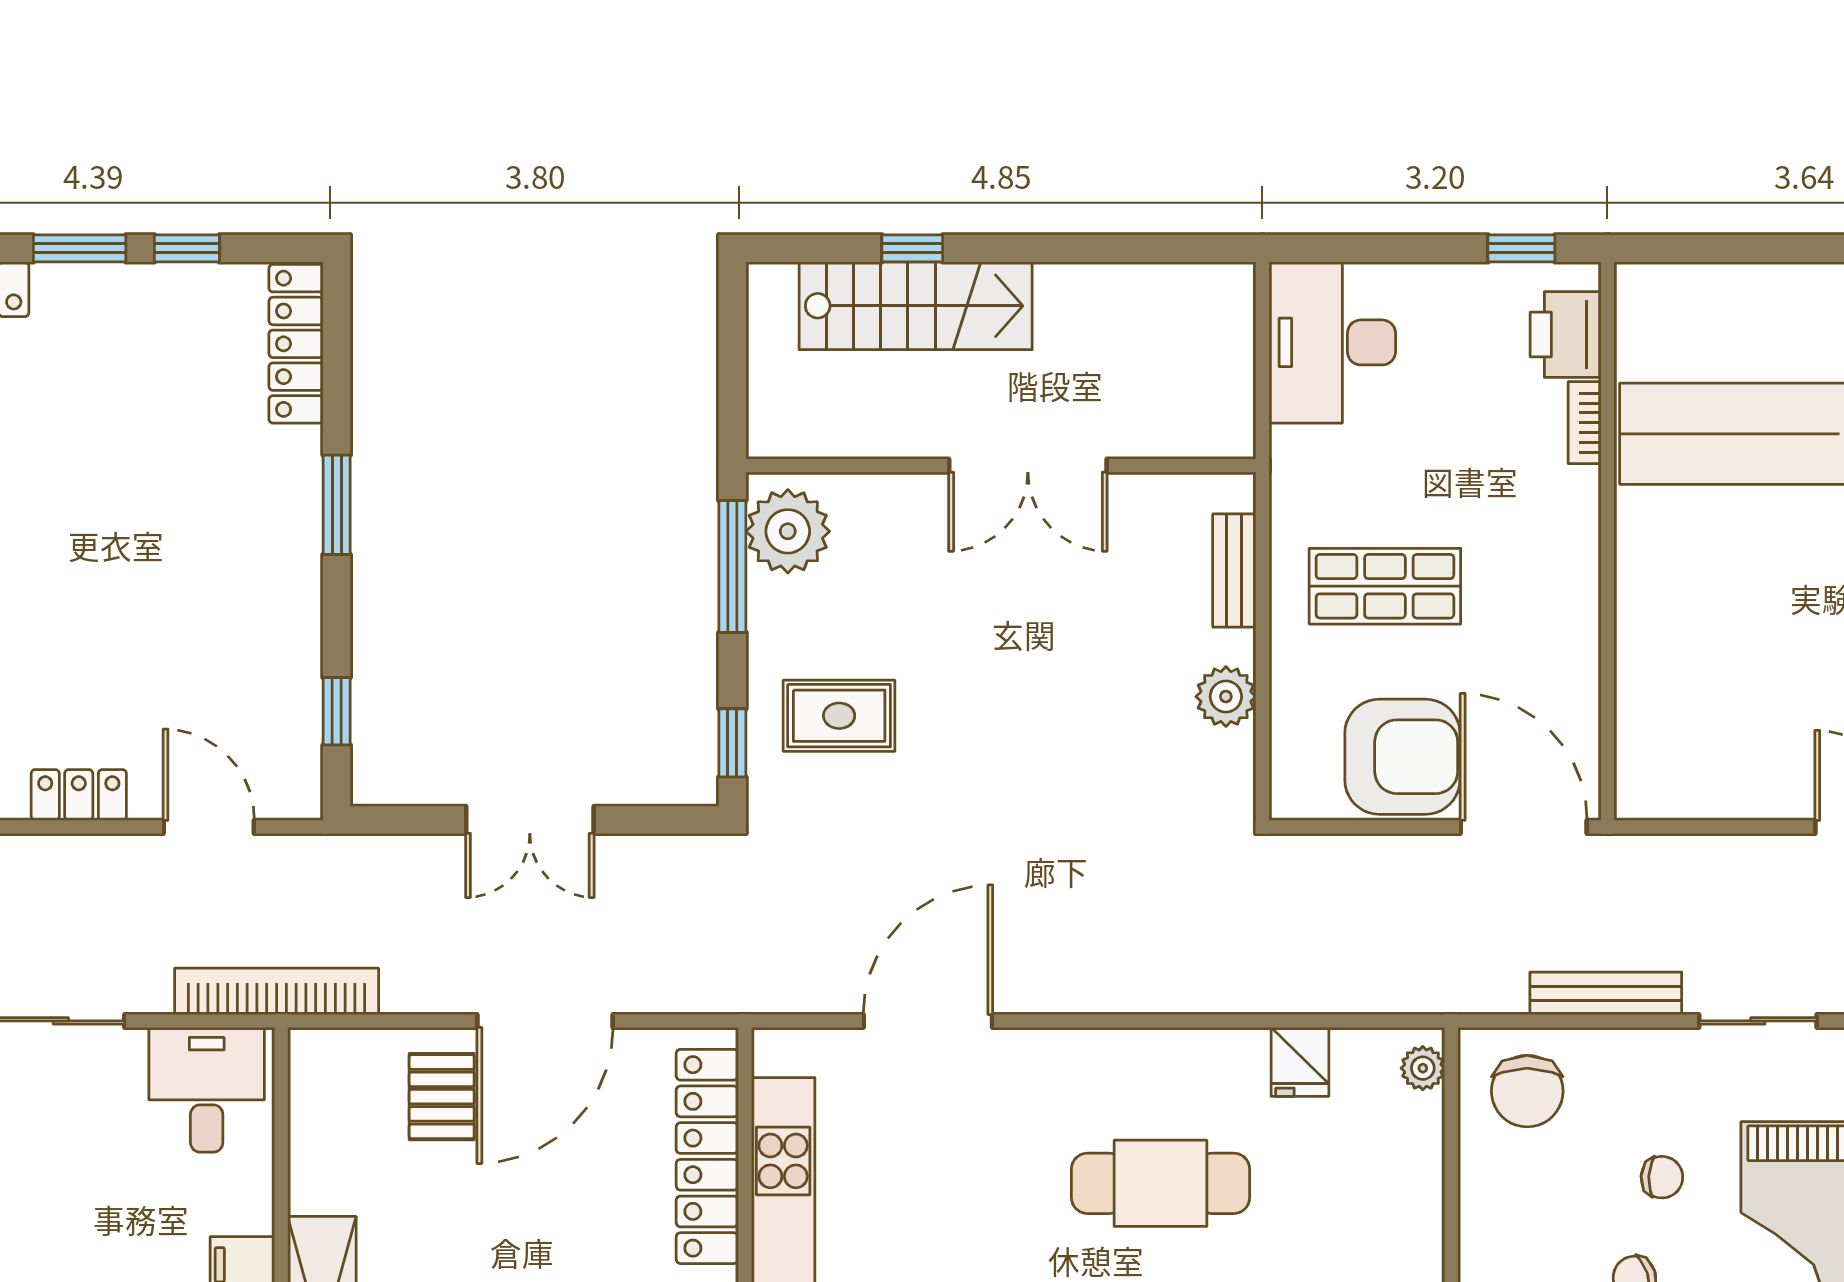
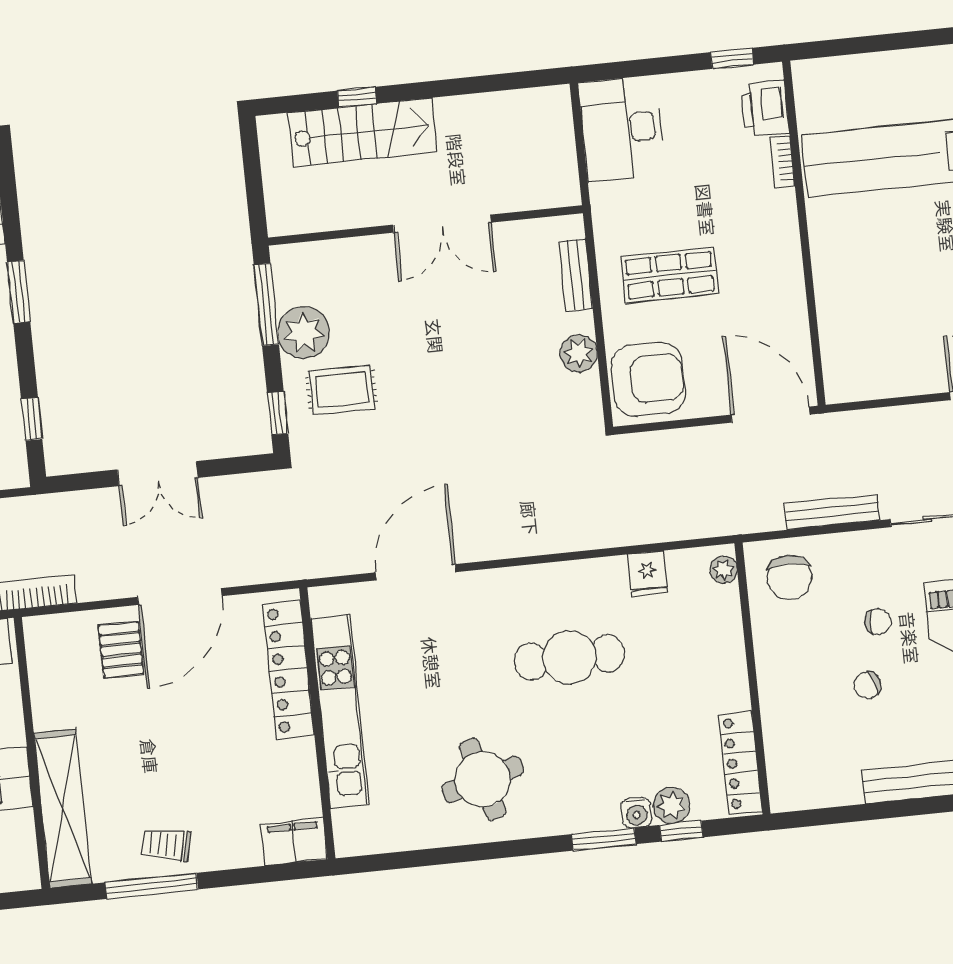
plant: (788, 531) -> (304, 333), moved
armchair: (1402, 757) -> (648, 379), moved

